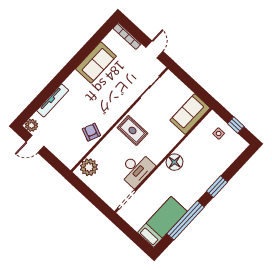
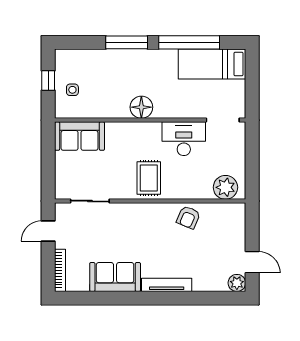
tv unit: (53, 100) -> (167, 285), moved
window: (217, 187) -> (127, 42), width x1.44

